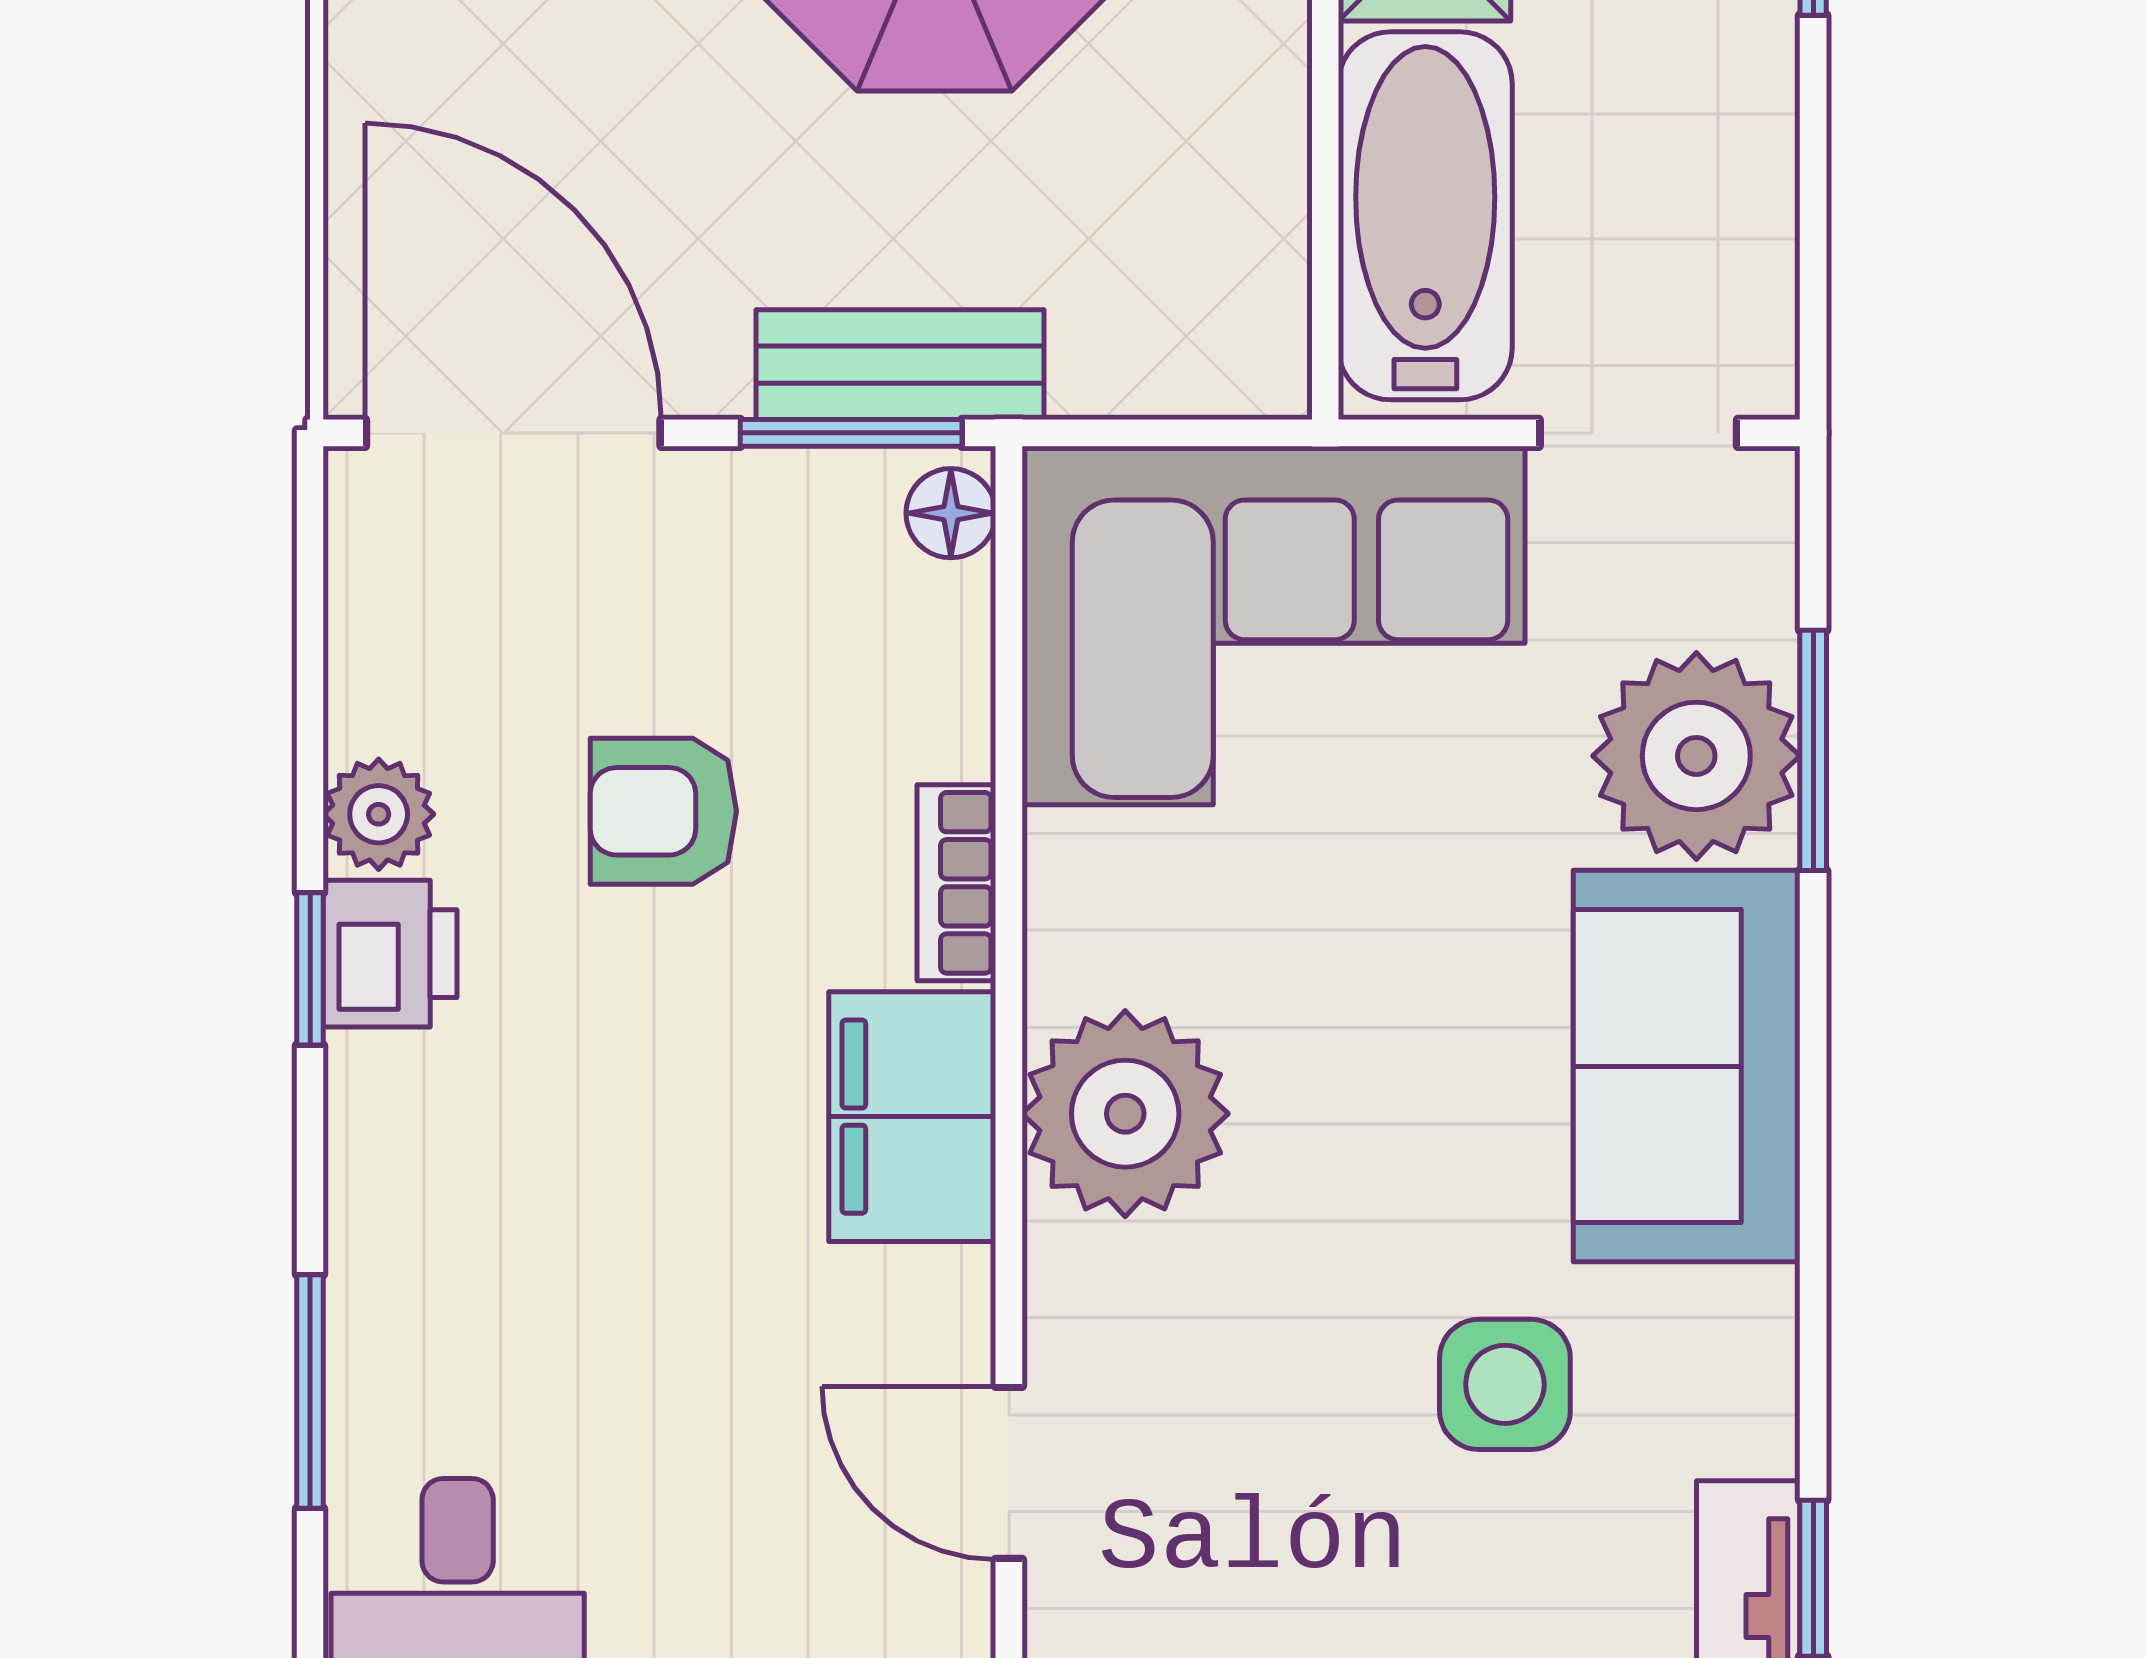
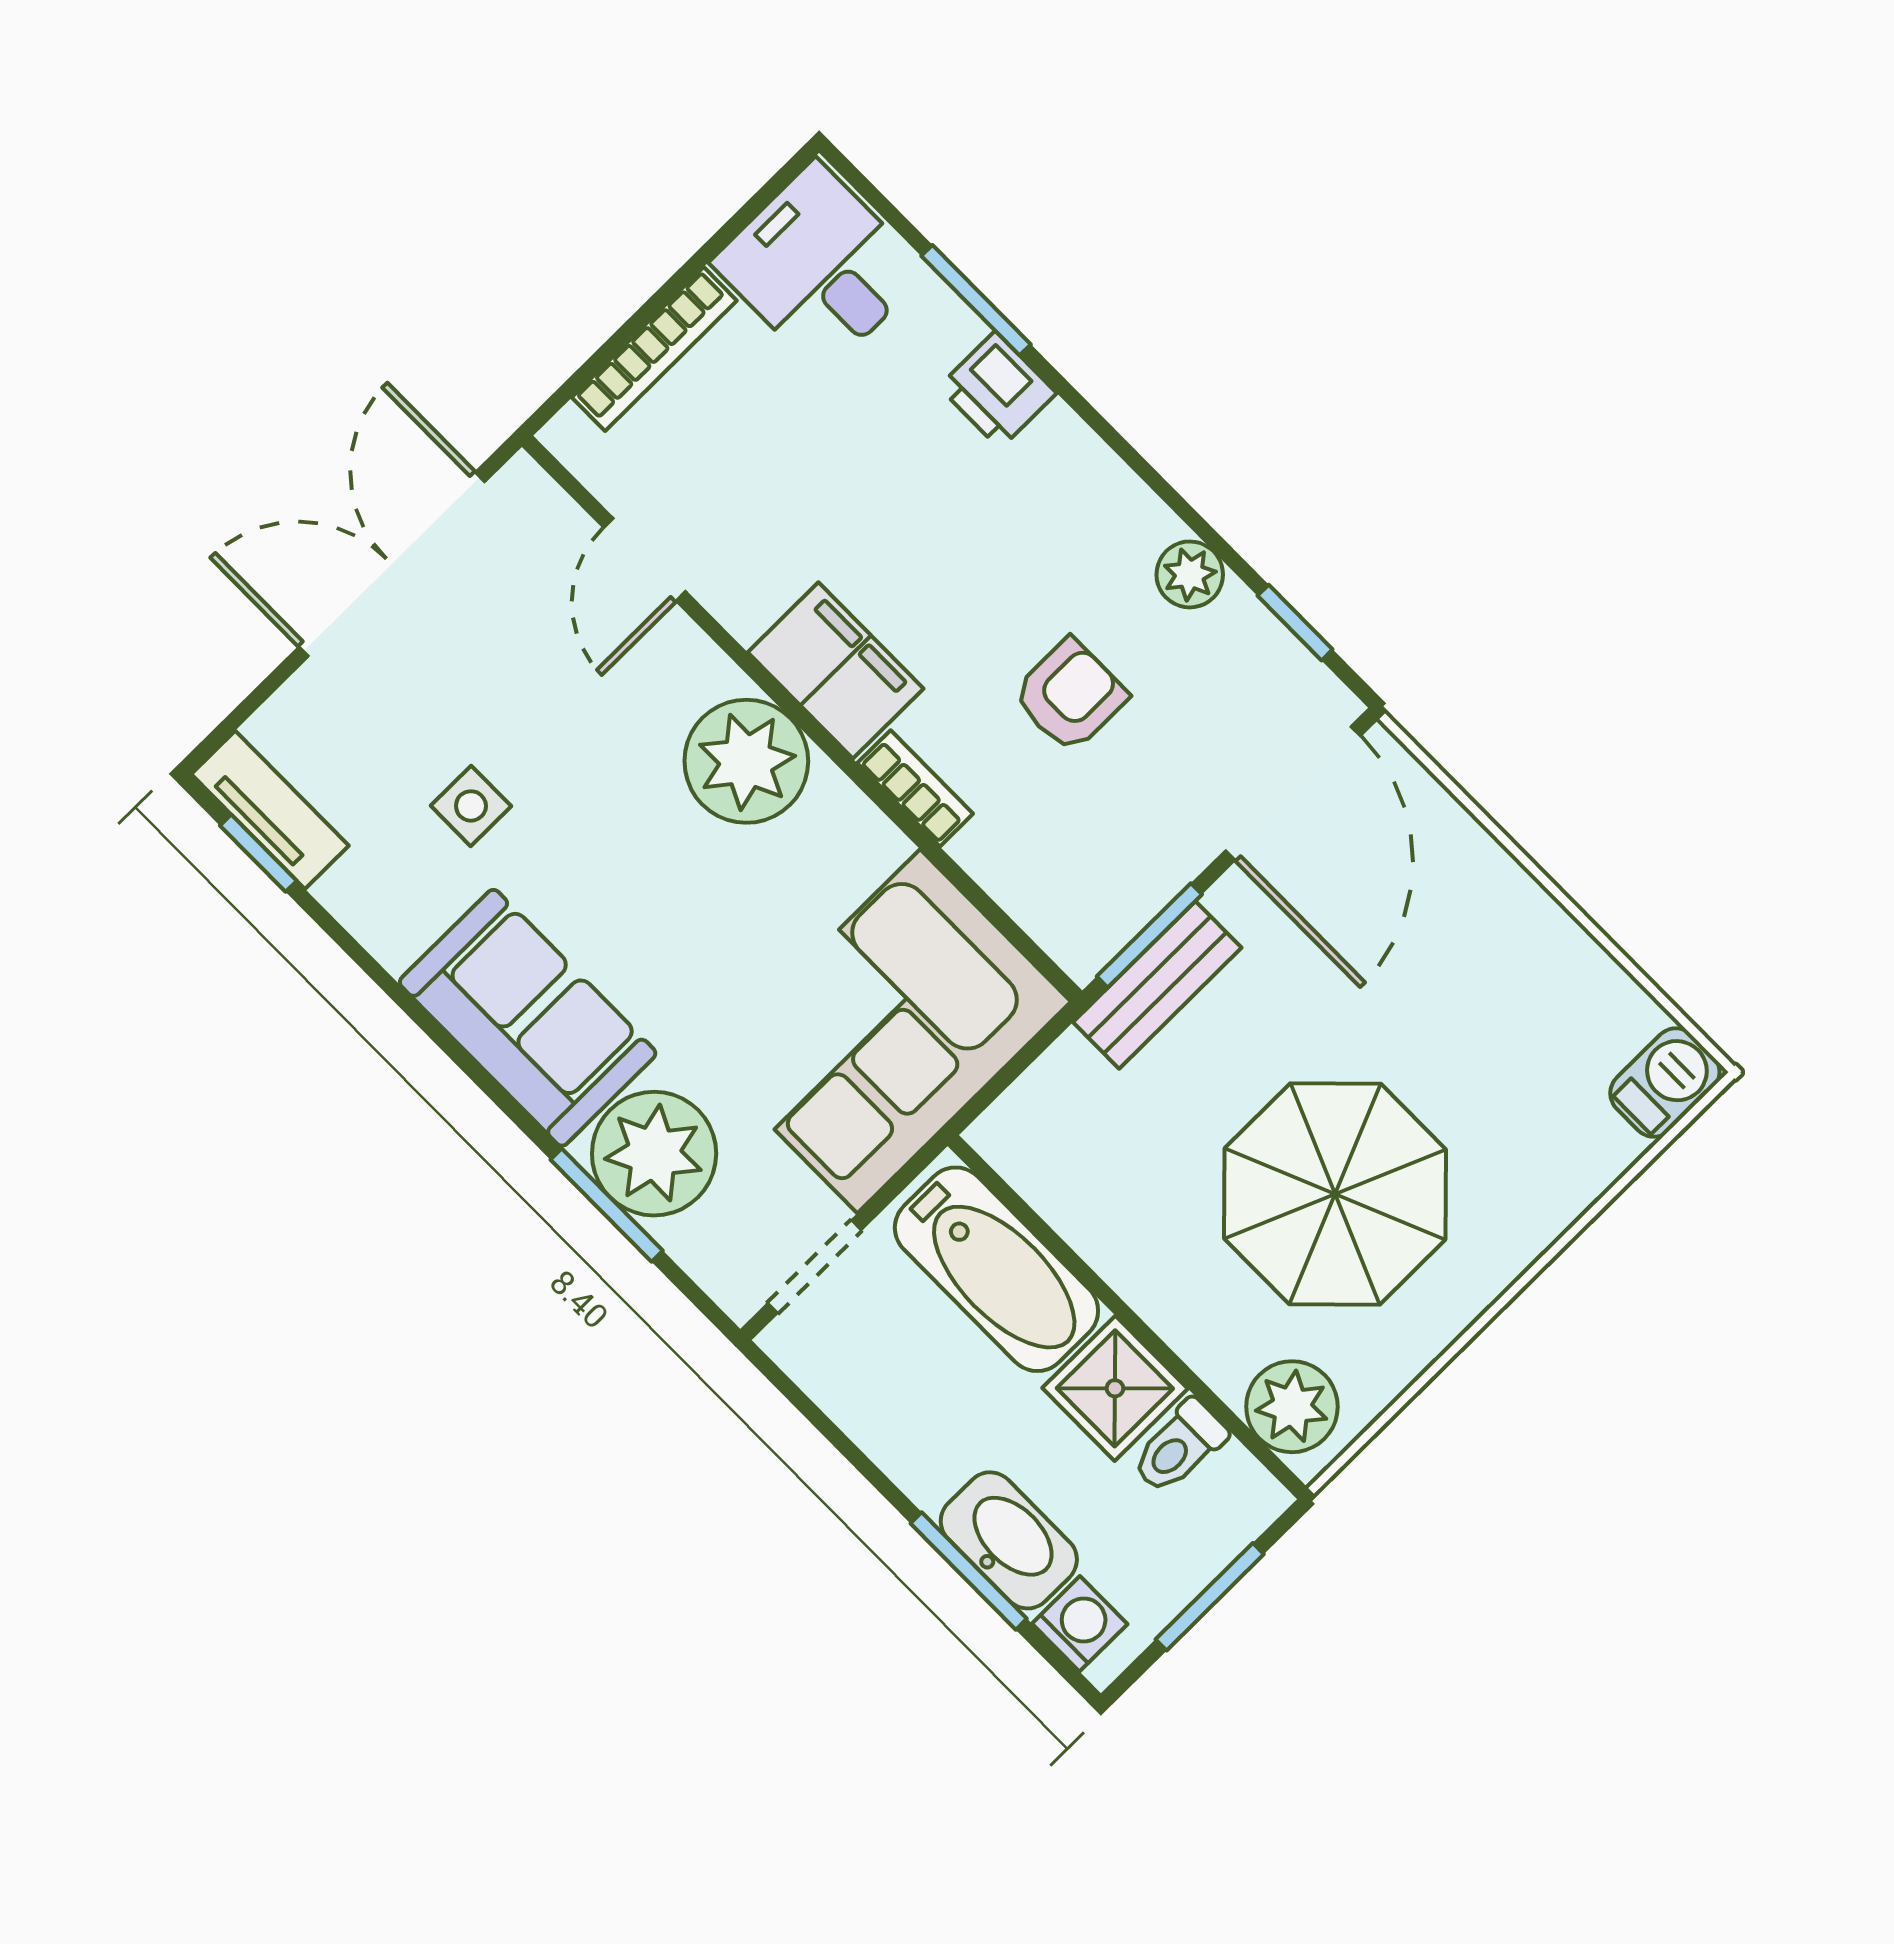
door: (513, 433) -> (1293, 793), hinge flipped
floor lamp: (951, 513) -> (1073, 943), removed
printer: (390, 954) -> (998, 390), moved
window: (310, 969) -> (1295, 623), moved
side table: (1505, 1384) -> (471, 806), width x0.73, depth x0.73
door: (1009, 1473) -> (645, 560), swing flipped

